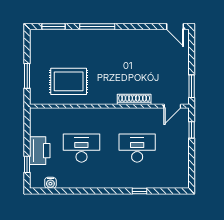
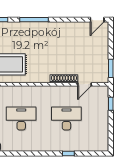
door: (175, 26) -> (97, 20), hinge flipped
door: (172, 106) -> (85, 84), moved

